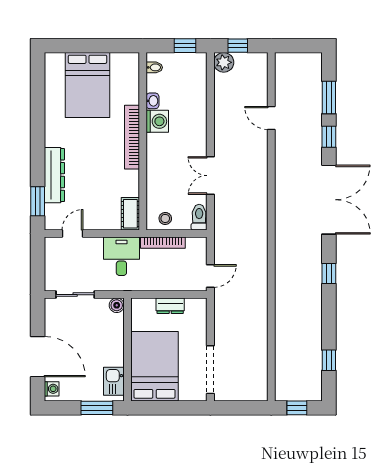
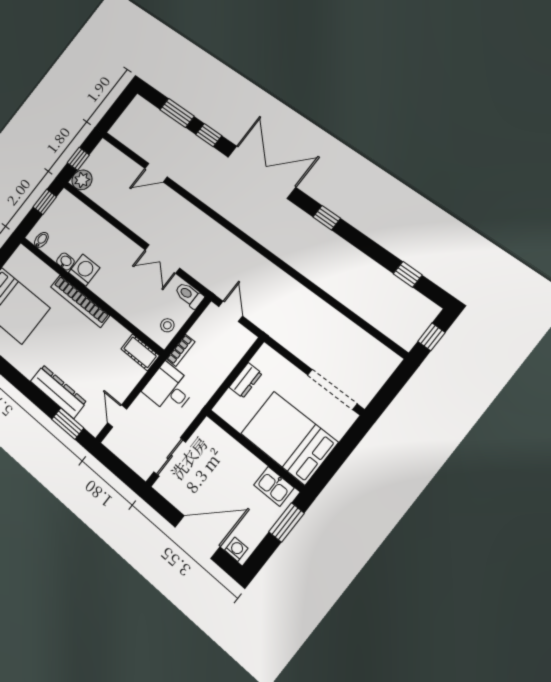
bookcase: (163, 243) -> (181, 350), width x0.64
door: (210, 276) -> (231, 311), moved
boiler: (117, 305) -> (208, 428), removed

